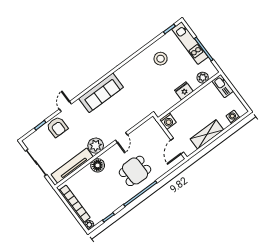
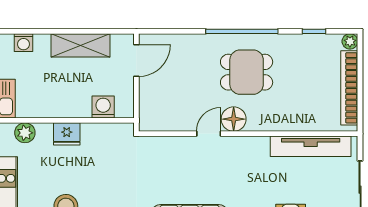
washing machine: (168, 121) -> (103, 107), moved
plant: (96, 146) -> (255, 150), removed
floor lamp: (98, 165) -> (234, 119), moved
dining table: (135, 171) -> (247, 72), moved

